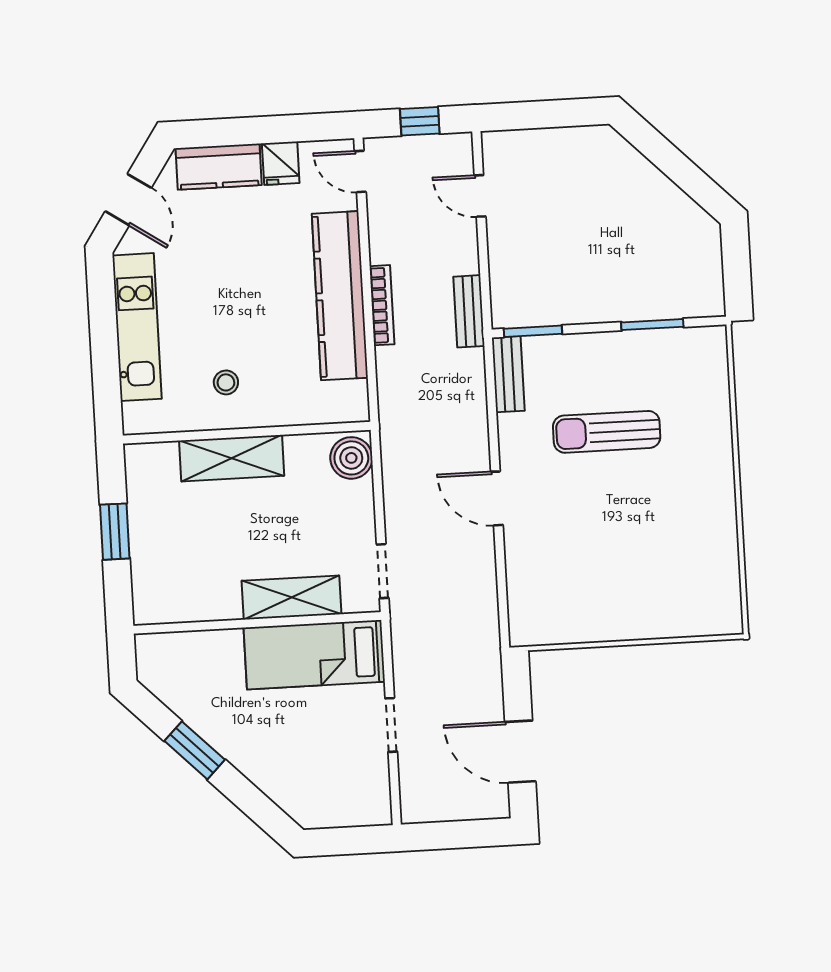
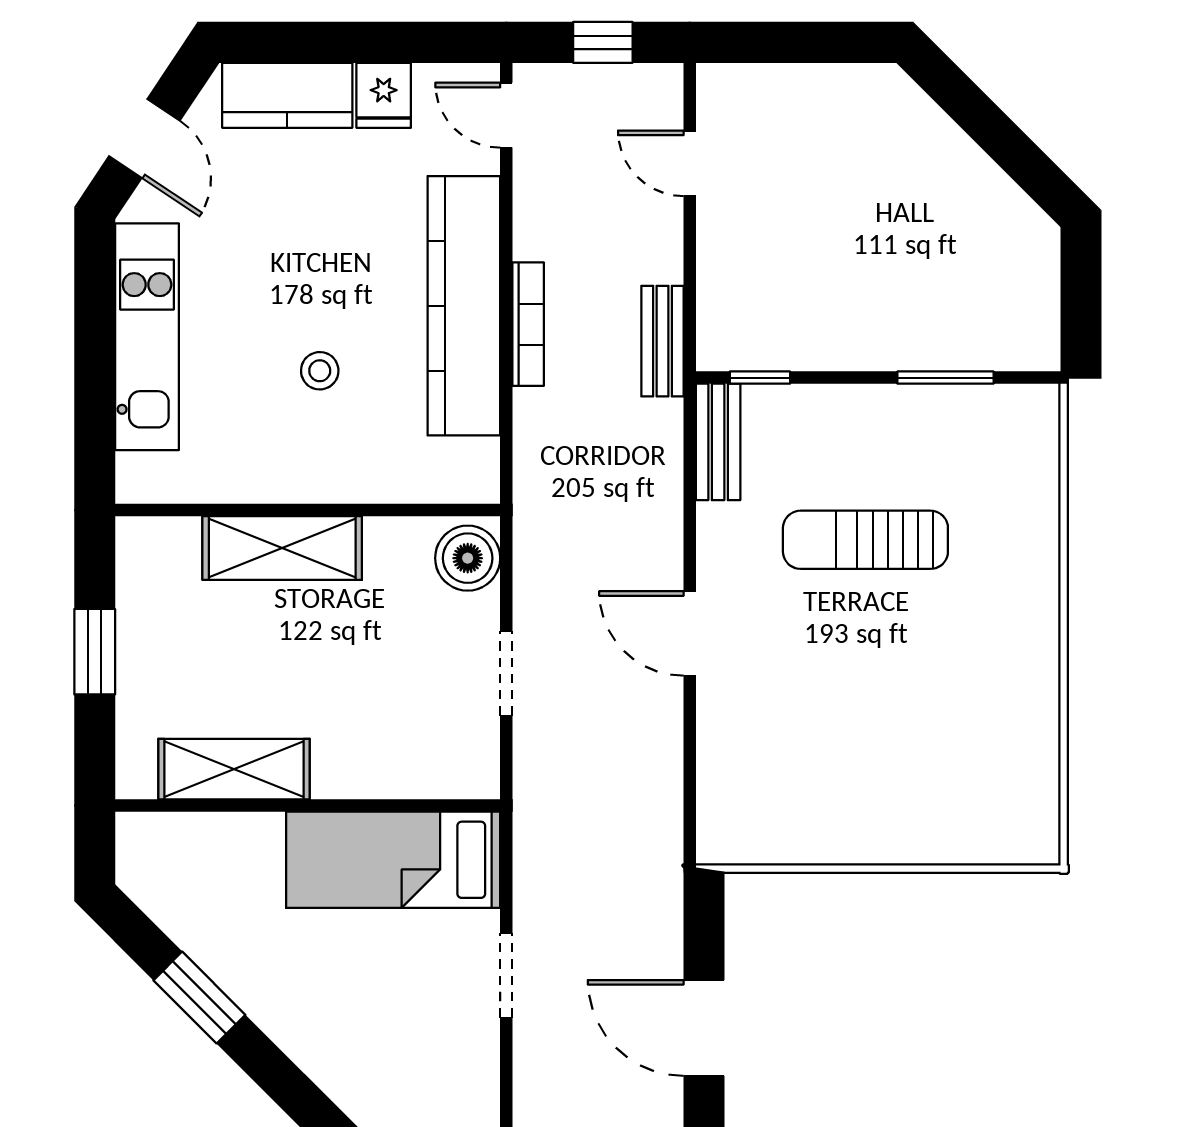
window: (533, 331) -> (760, 378), width x0.67
stool: (226, 382) -> (320, 371), moved
doorway: (383, 571) -> (506, 673), moved
shelving: (291, 597) -> (234, 769), moved

